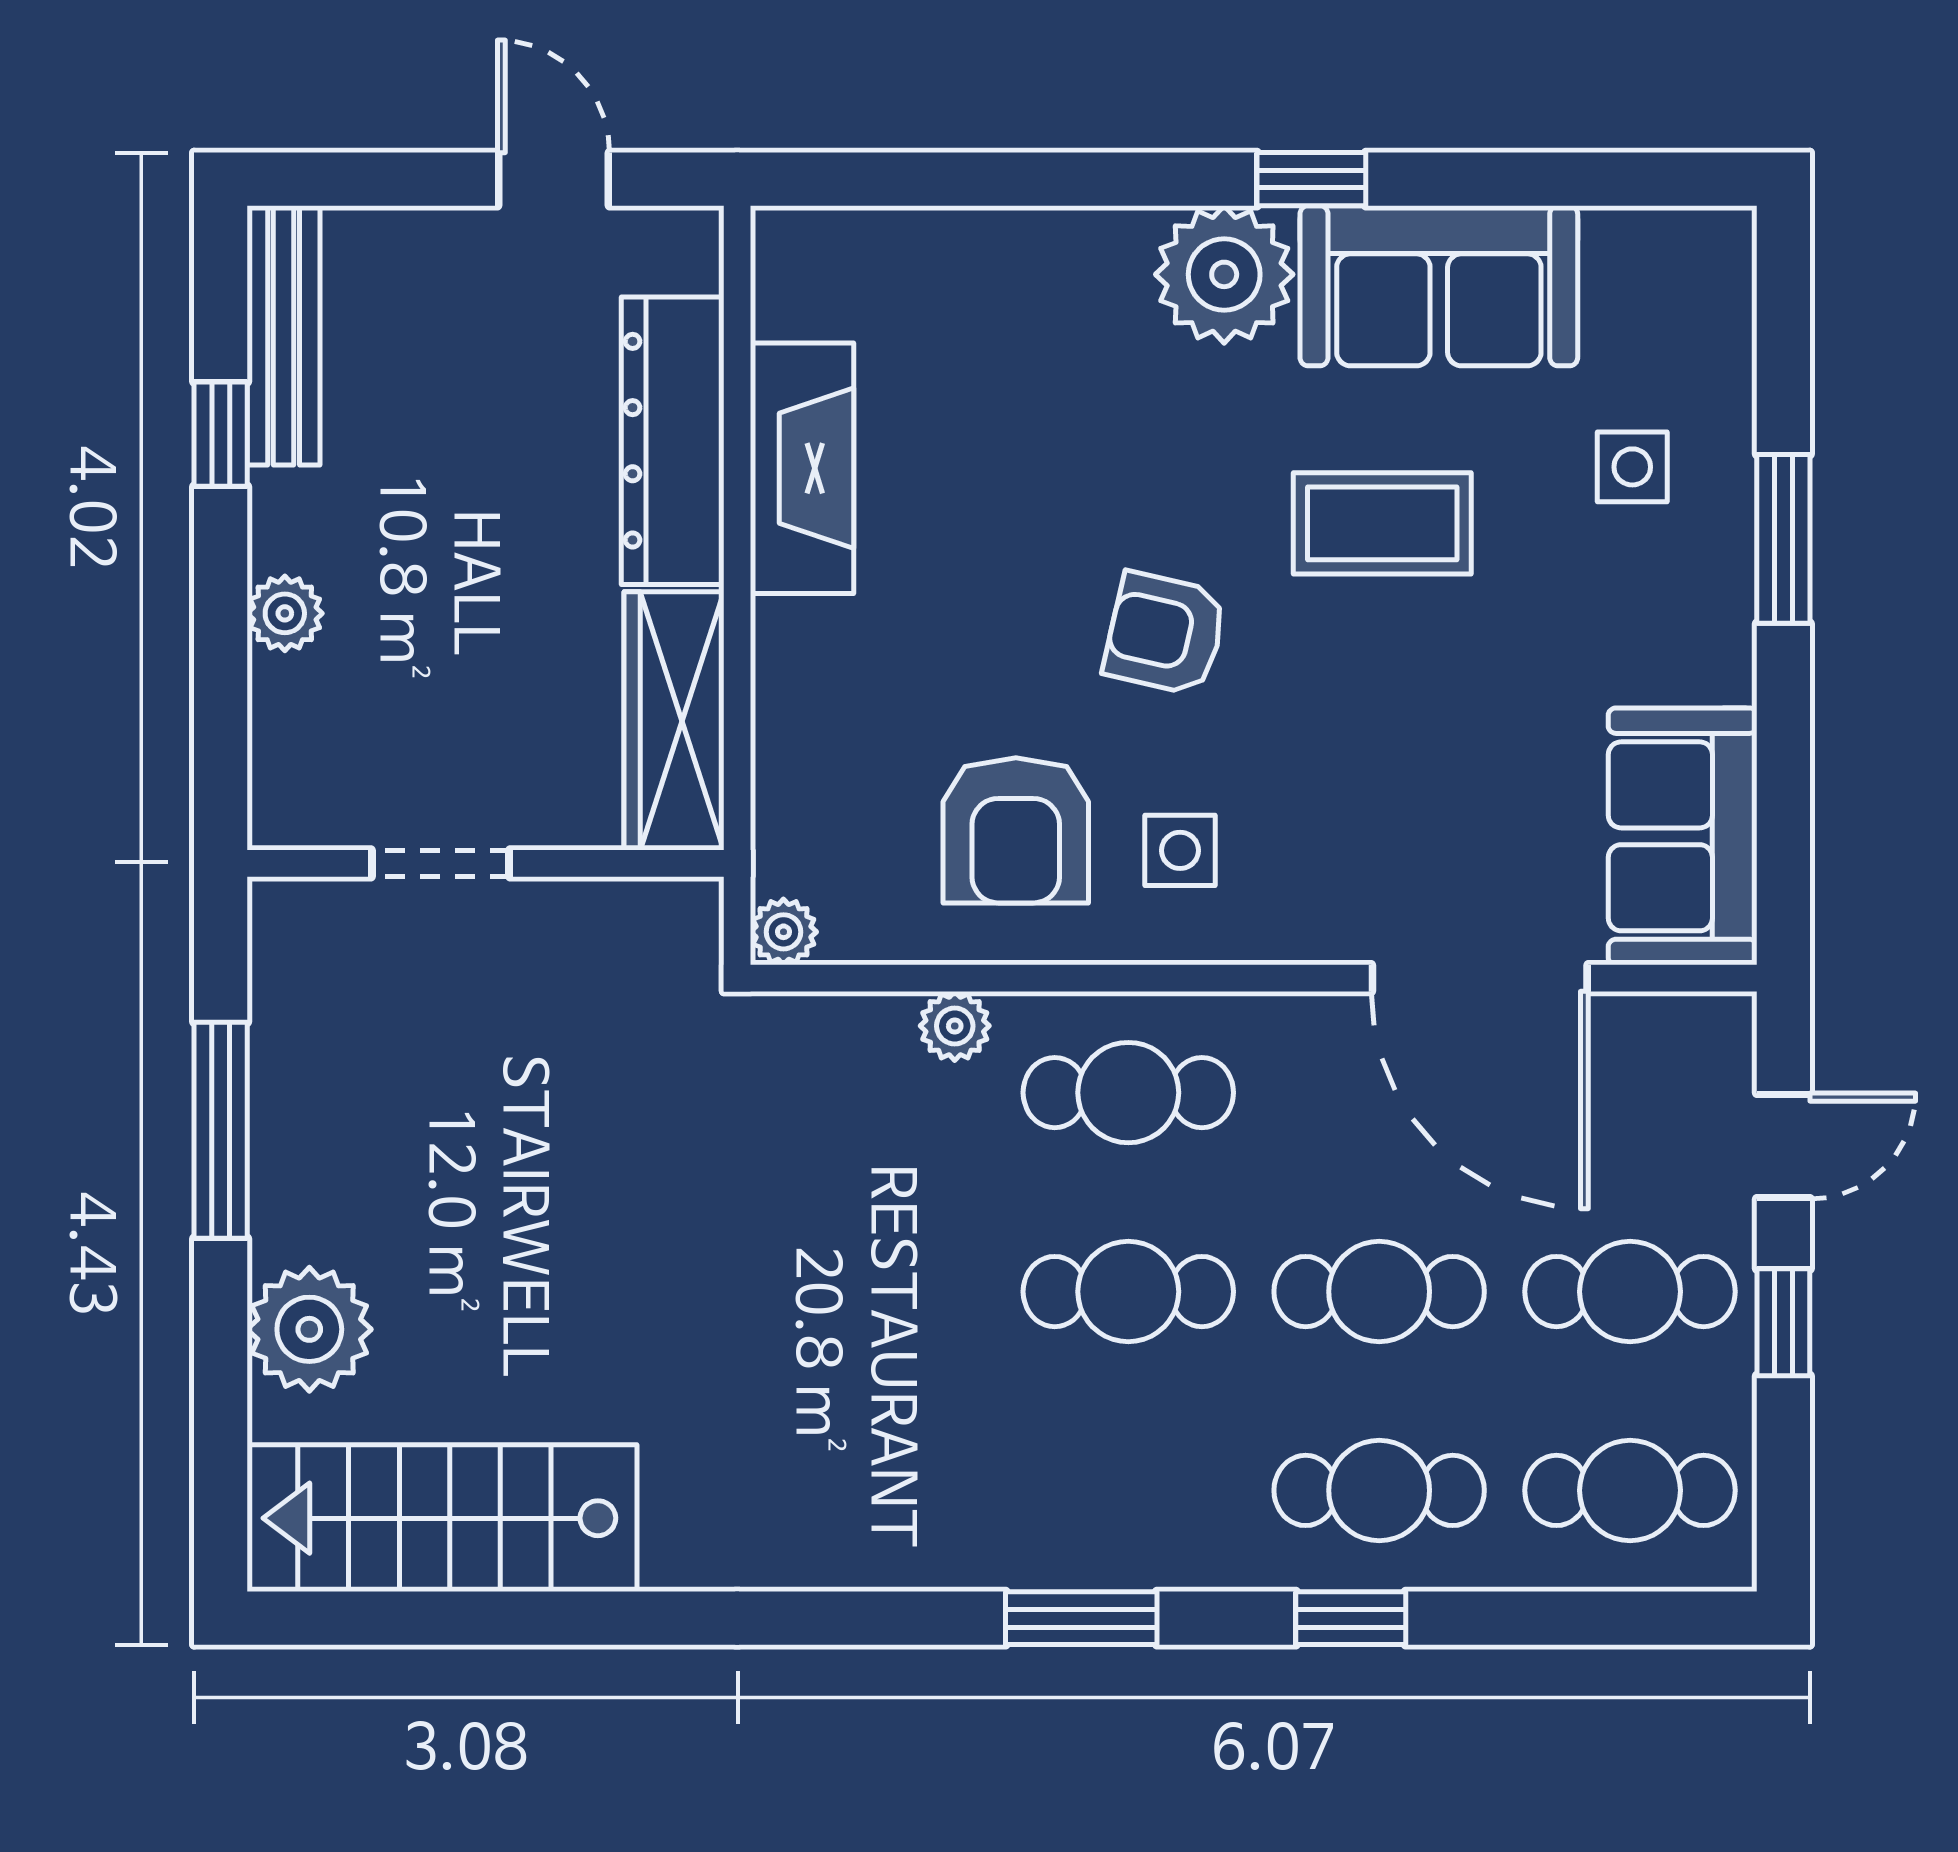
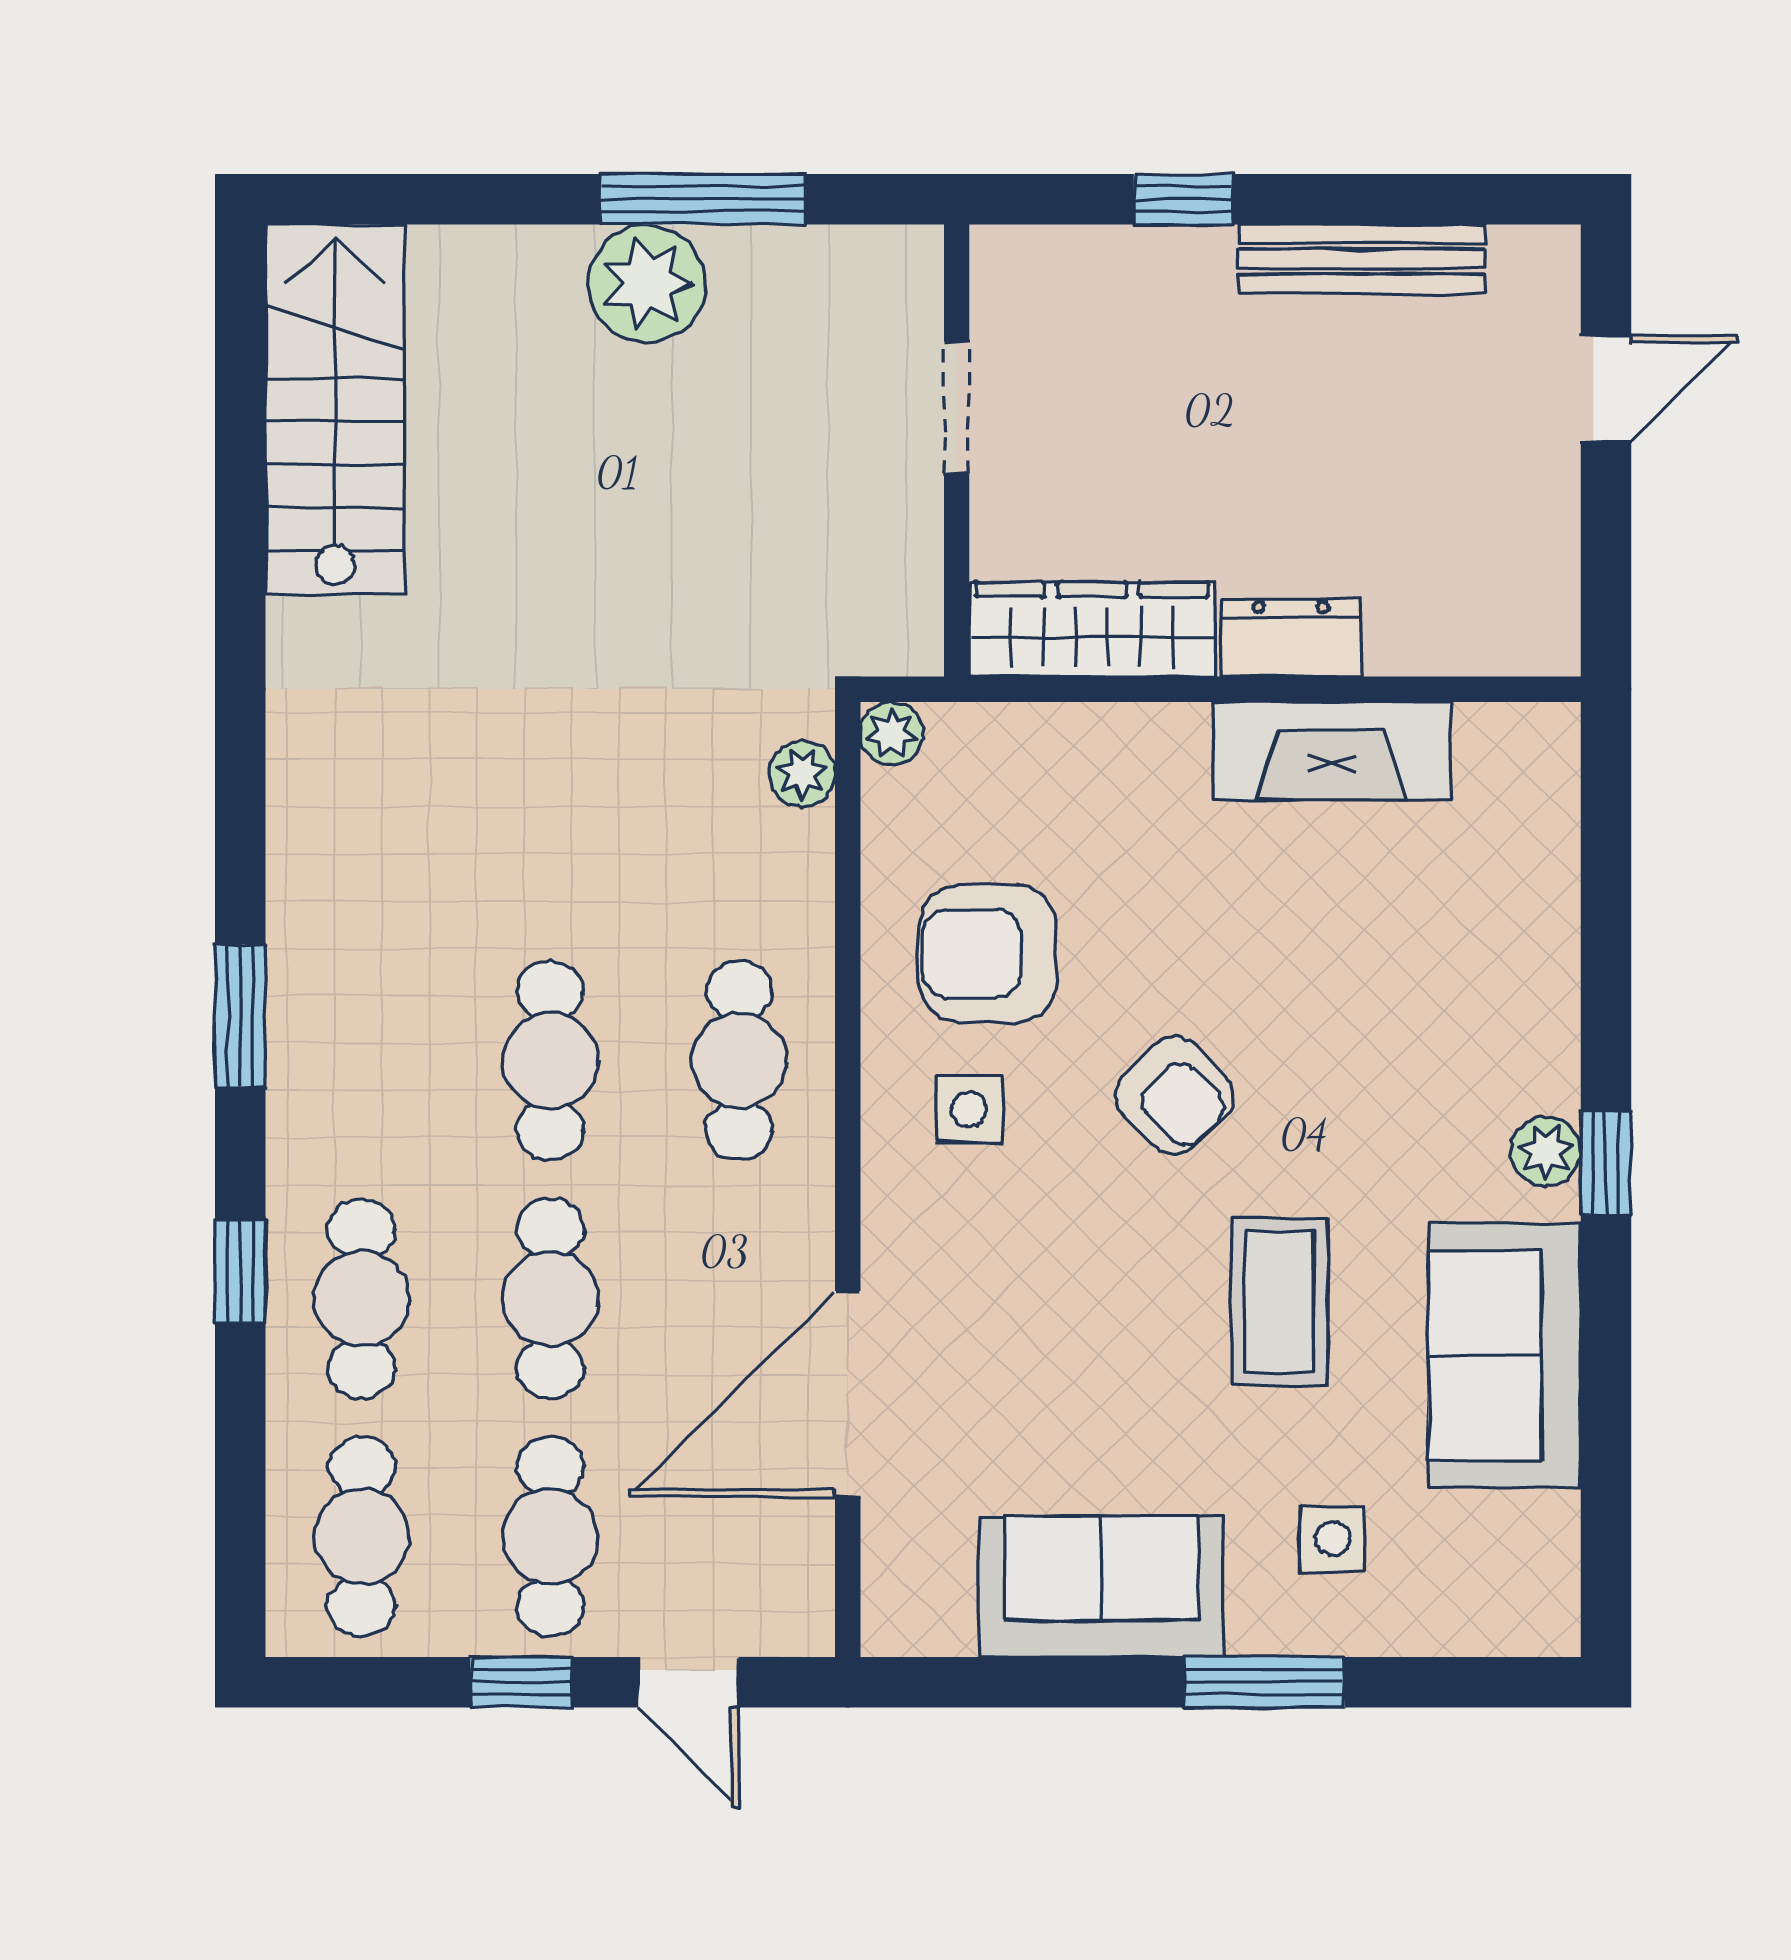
door: (554, 179) -> (1606, 389), moved
window: (1311, 179) -> (1606, 1162), moved
plant: (1224, 274) -> (1546, 1151), width x0.53, depth x0.53
bench: (284, 335) -> (1362, 259), moved
window: (221, 434) -> (1184, 199), moved
dresser: (673, 441) -> (1291, 638), width x0.51, depth x0.80
plant: (285, 613) -> (1194, 260), removed
armchair: (1165, 634) -> (1175, 1095), turned 123
sofa: (1683, 836) -> (1101, 1586), moved
plant: (955, 1026) -> (802, 773), moved
plant: (309, 1329) -> (647, 283), moved

